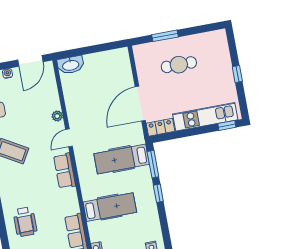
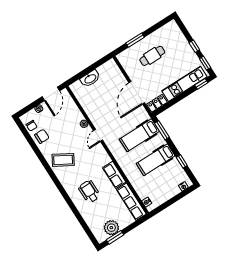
washbasin: (71, 65) -> (90, 79), moved
window: (242, 101) -> (205, 63), added
row of seats: (65, 171) -> (114, 175), moved
window: (158, 193) -> (182, 161), moved
hospital bed: (110, 207) -> (156, 160), moved, turned 180
wheelchair: (25, 222) -> (89, 192), moved, turned 180

